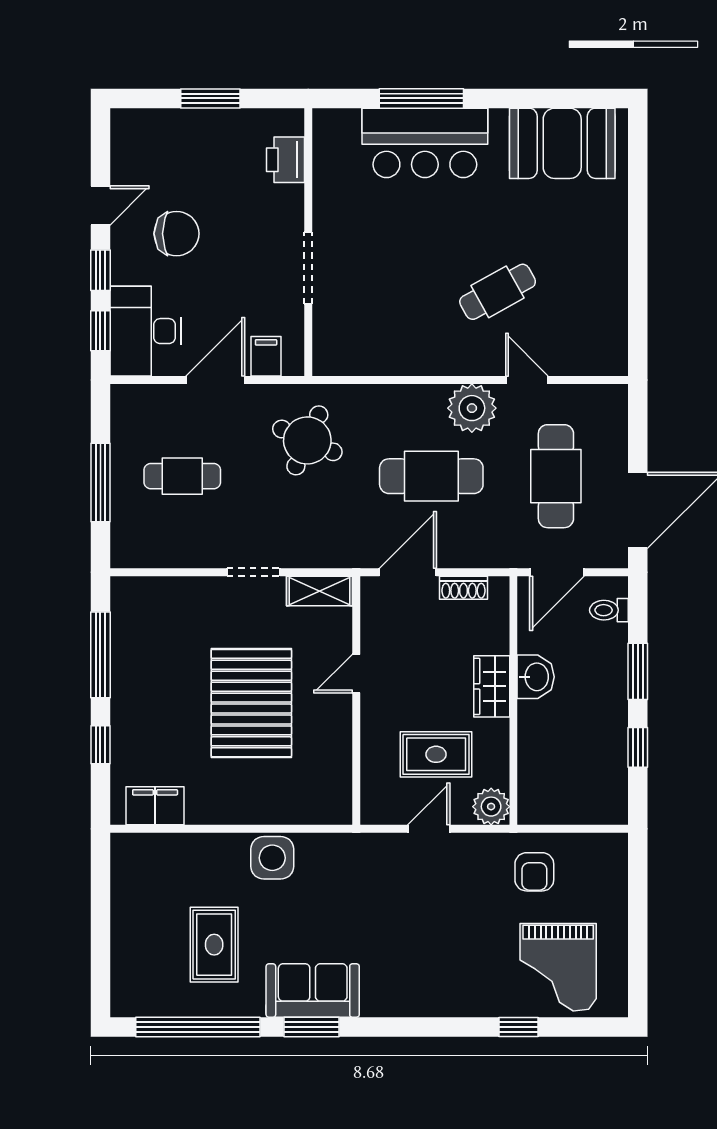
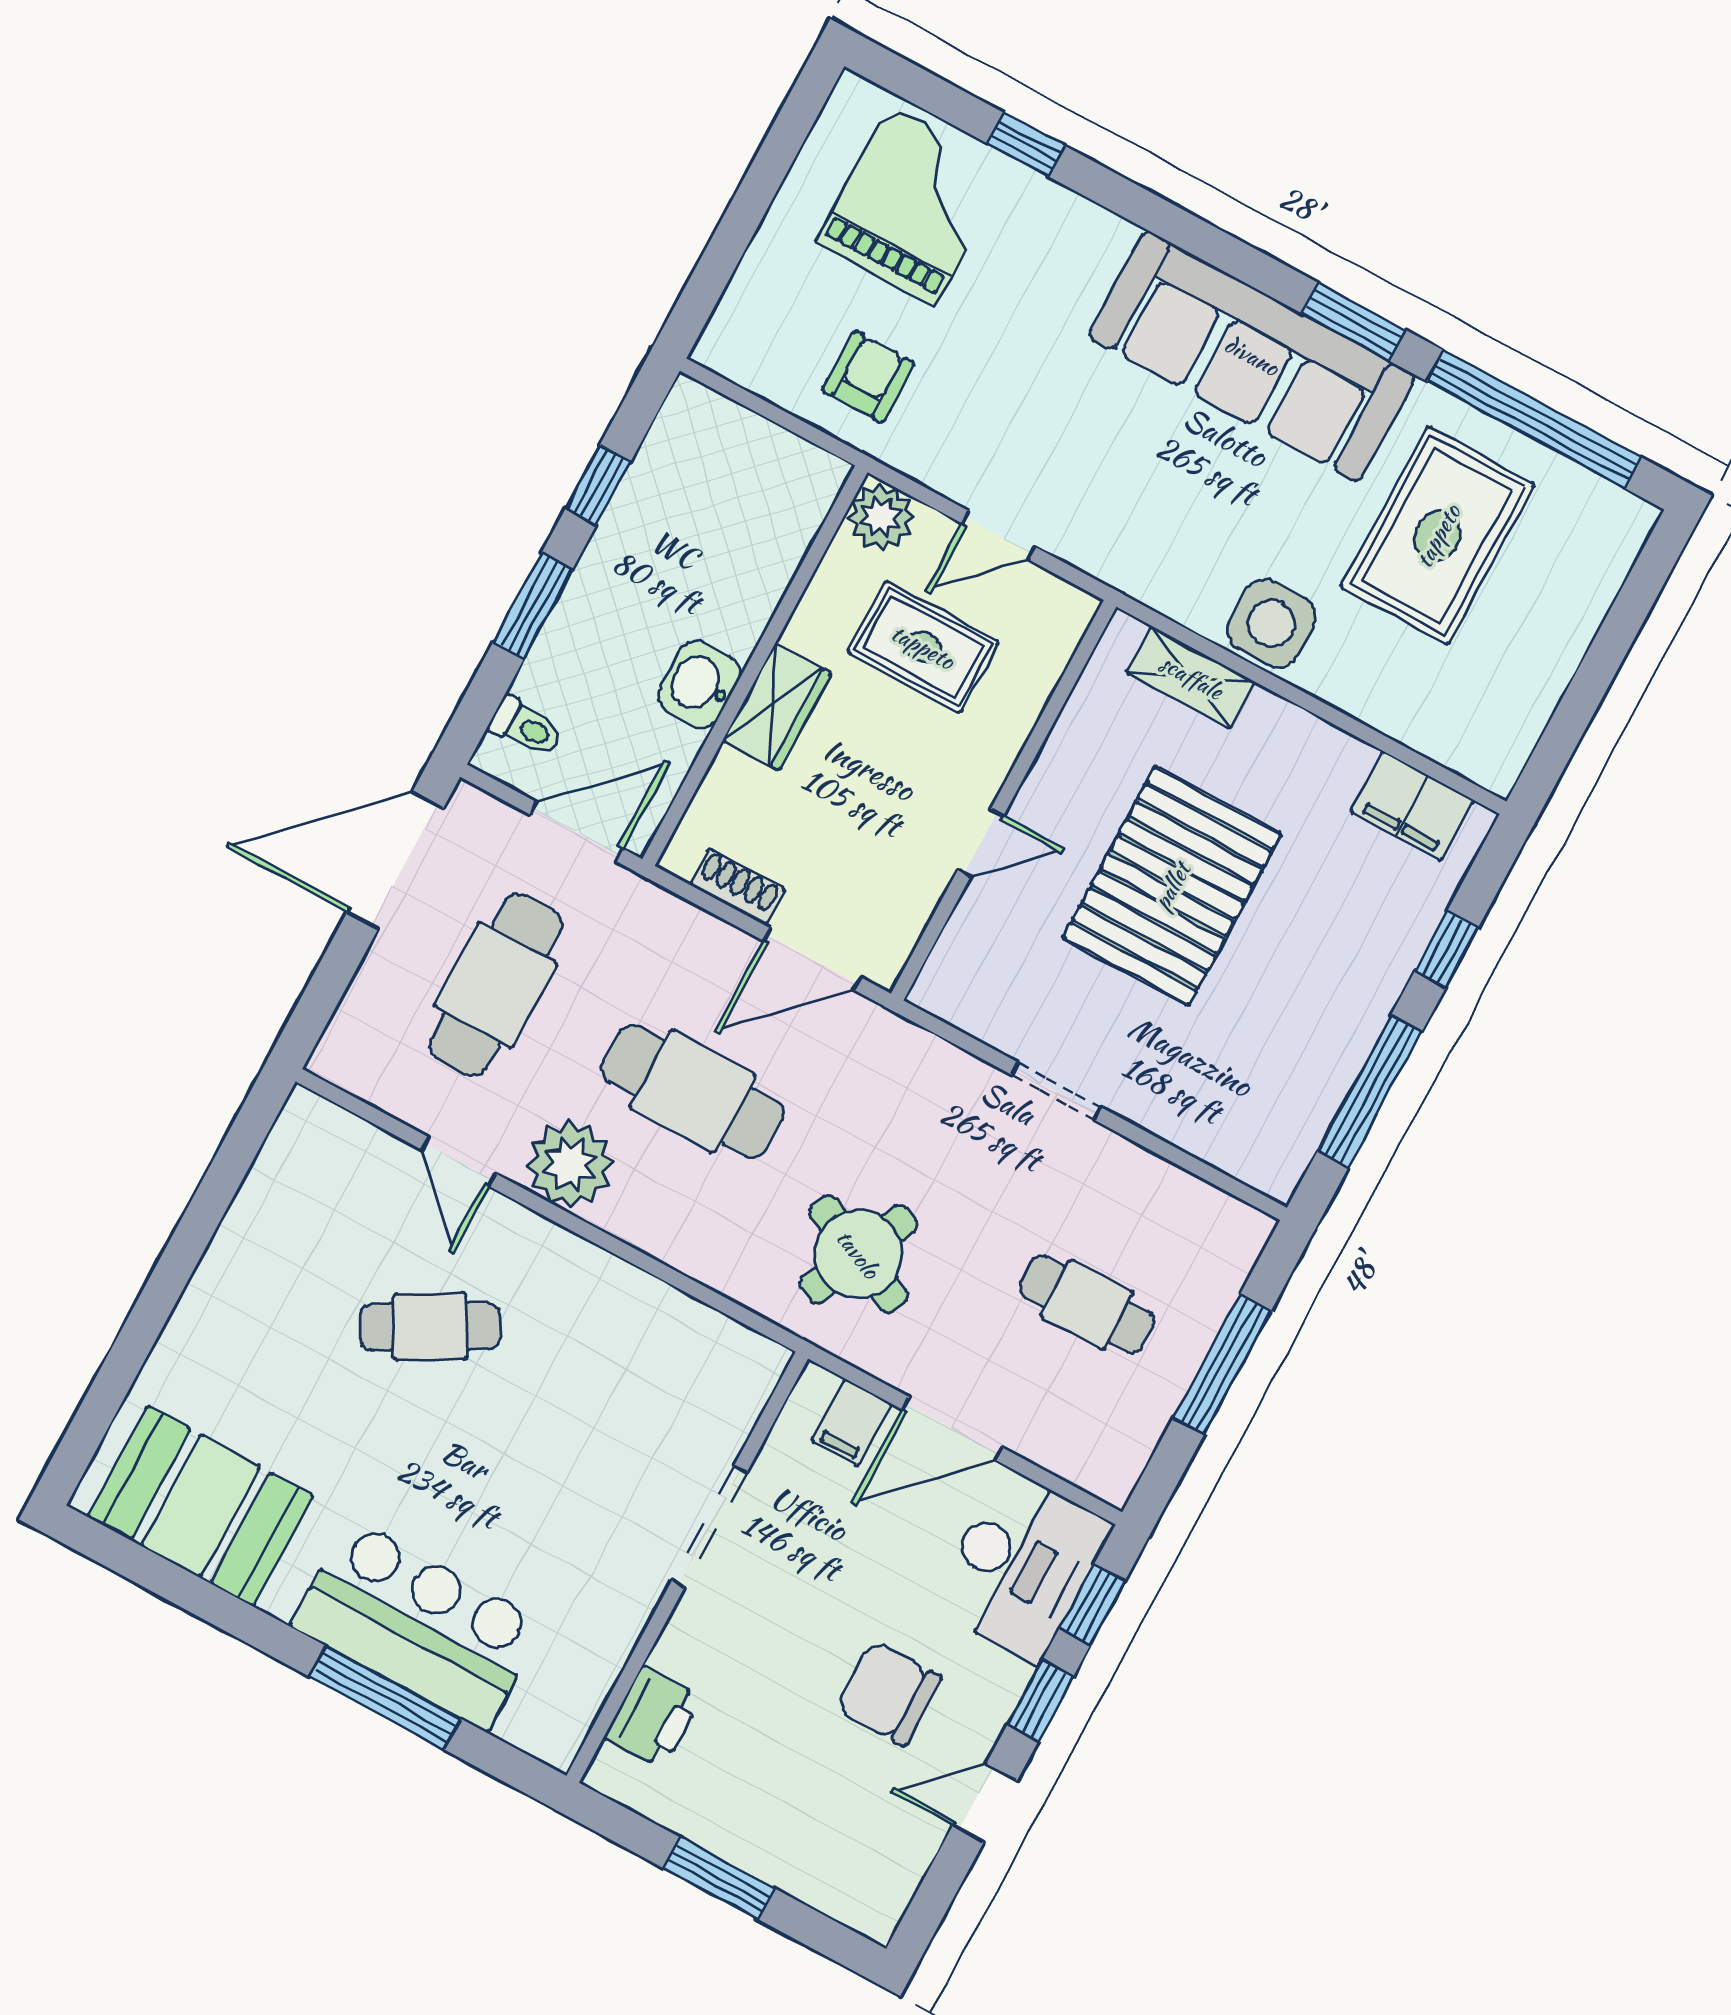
shelving: (319, 591) -> (1191, 677), moved
rug: (214, 945) -> (1438, 536), width x1.36, depth x1.43
sofa: (313, 991) -> (1252, 356), width x1.85, depth x1.27

